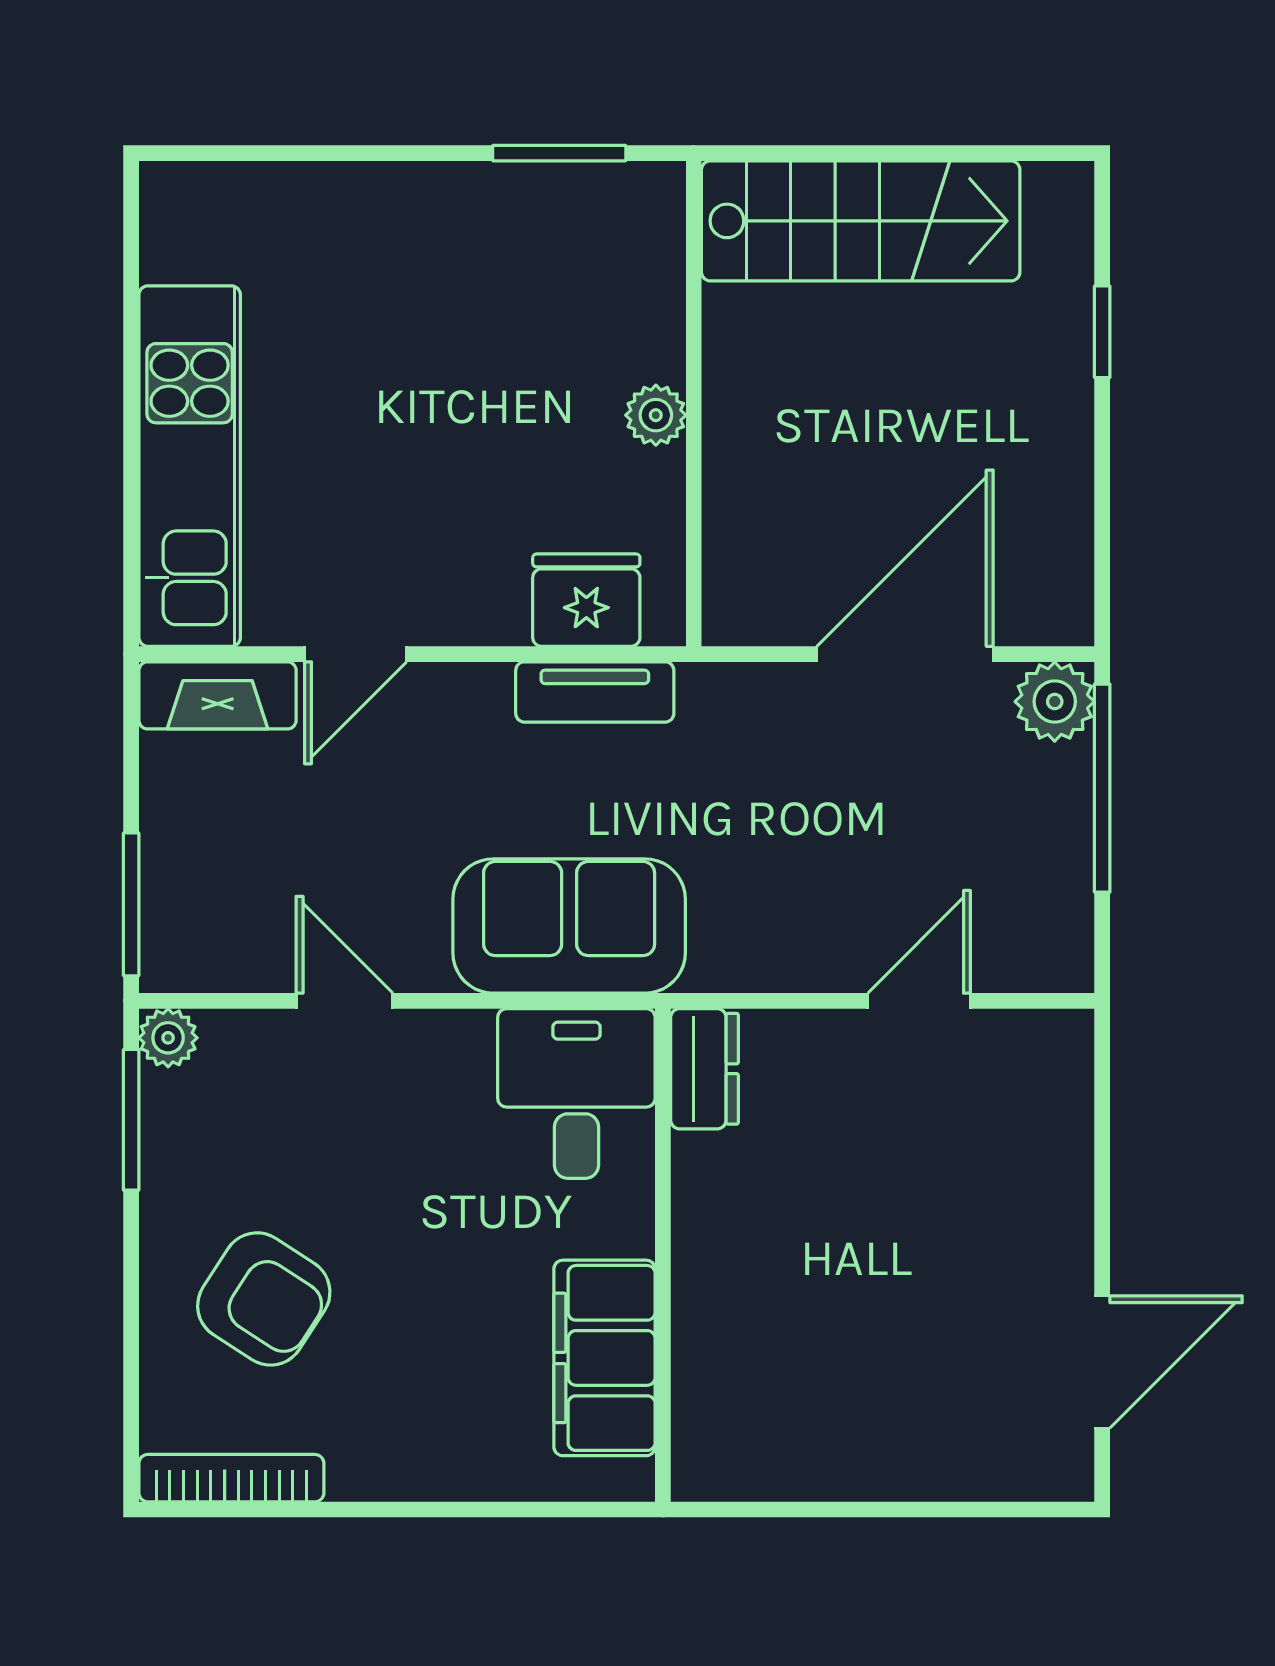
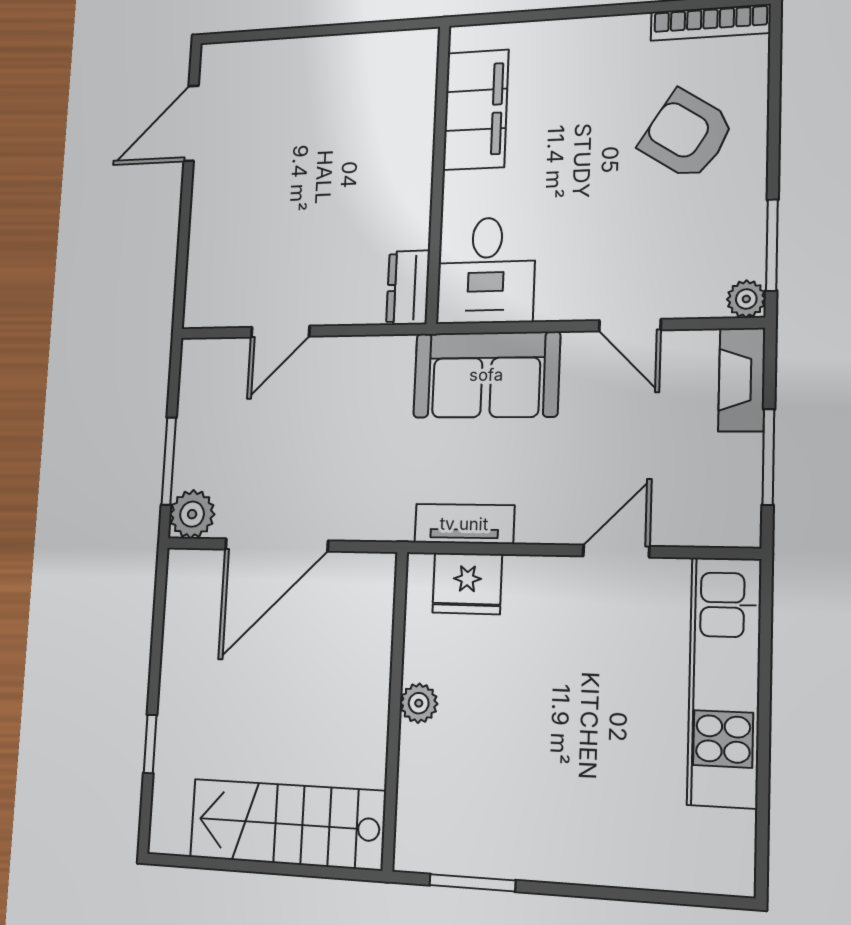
fireplace: (218, 695) -> (742, 380), moved, turned -90
window: (1102, 788) -> (169, 461), width x0.69
window: (131, 904) -> (768, 457), moved

